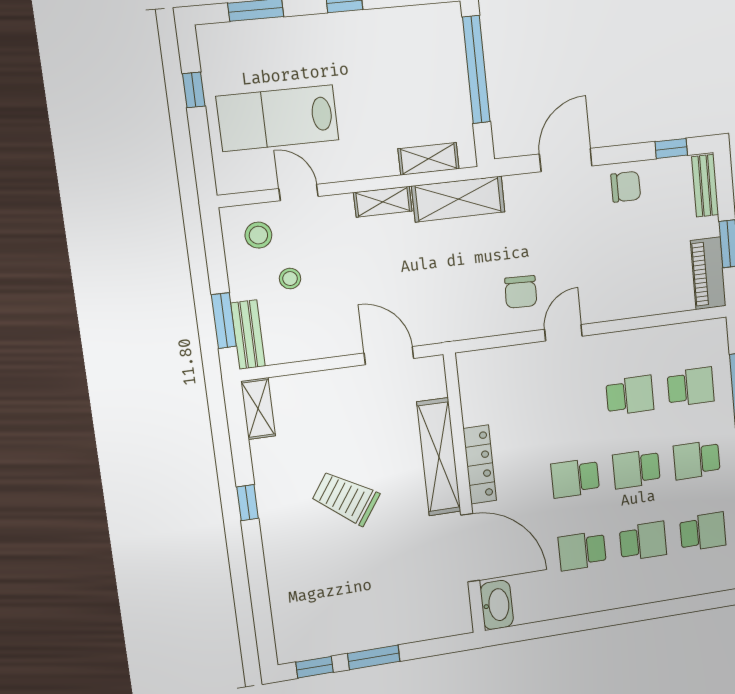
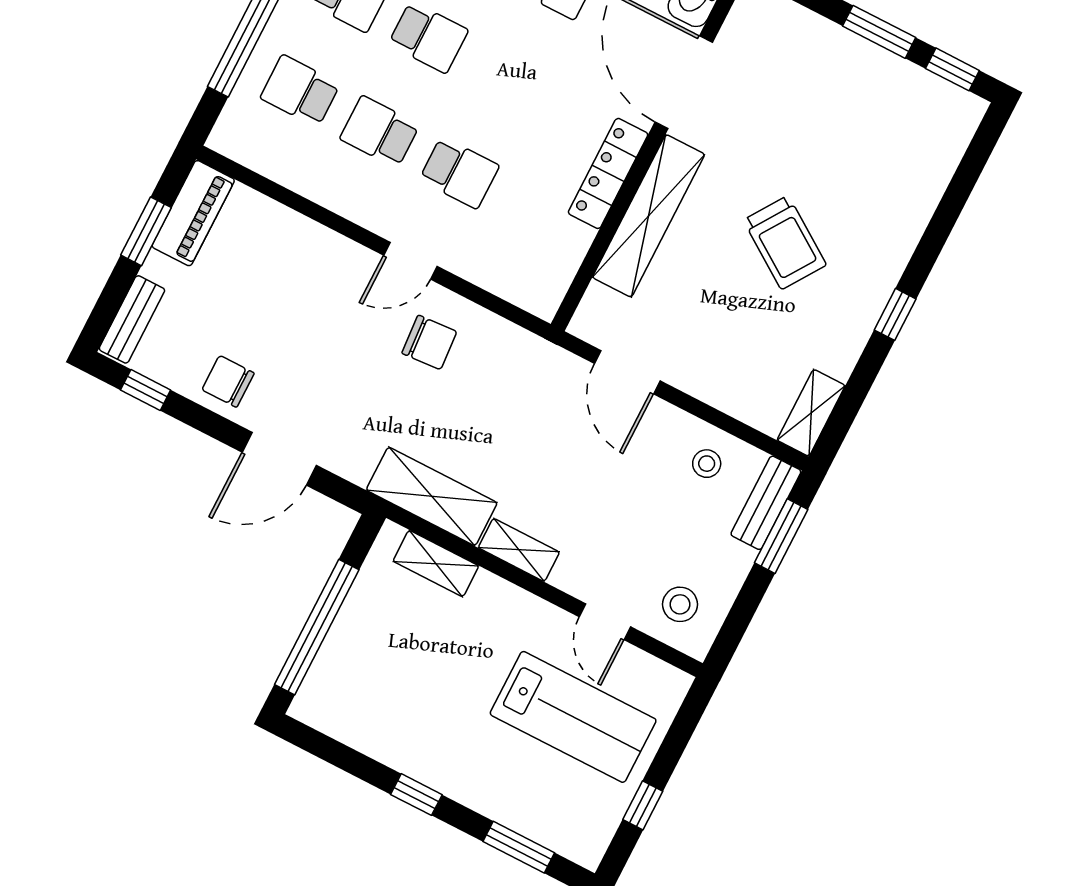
stool: (290, 279) -> (707, 464), moved
chair: (521, 292) -> (429, 342), turned 84
school desk: (575, 478) -> (459, 173), moved

